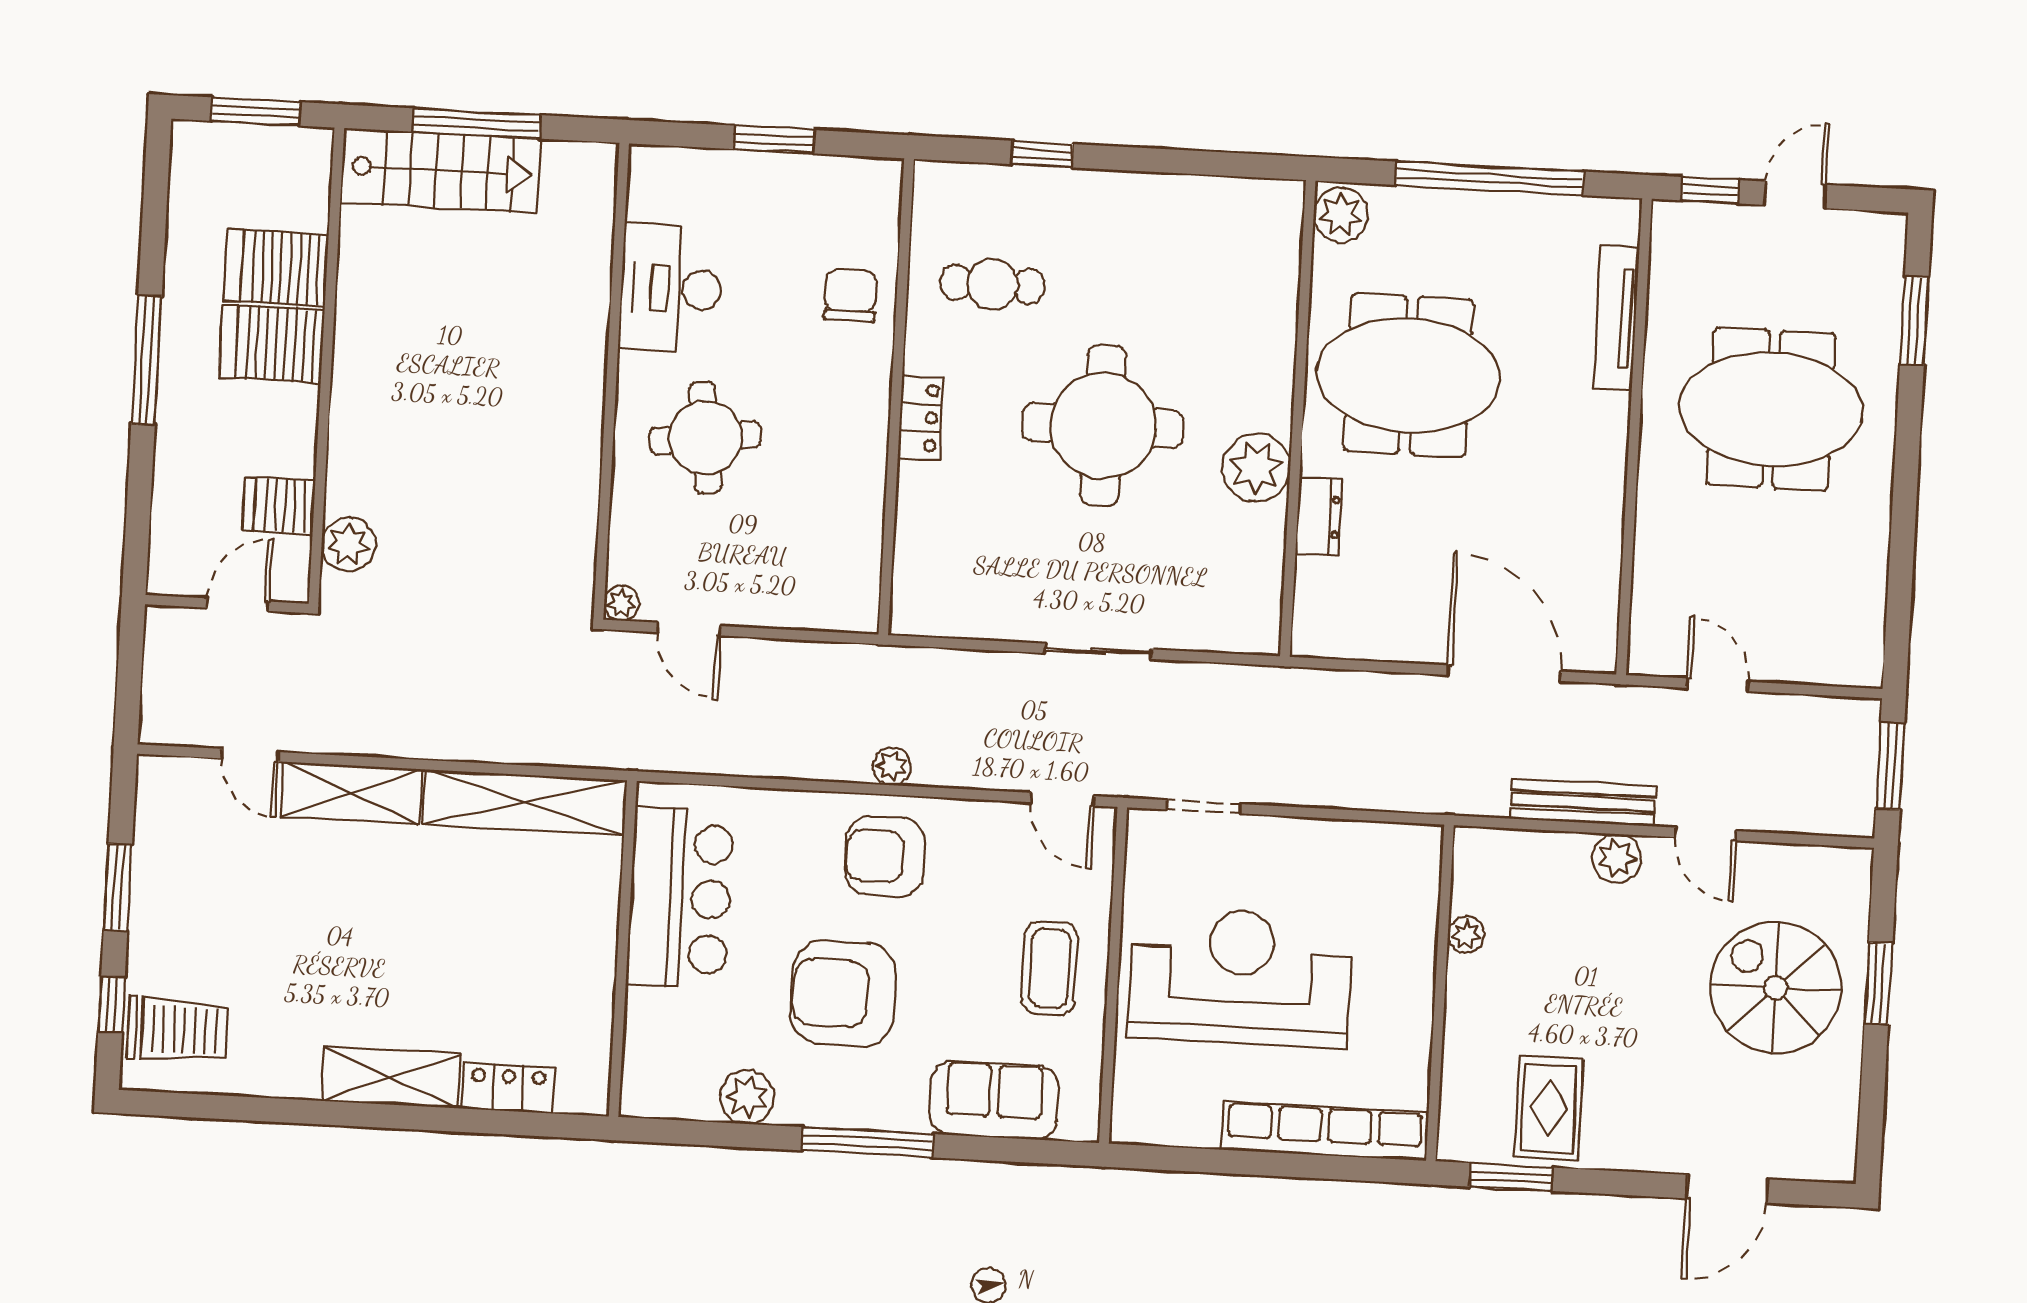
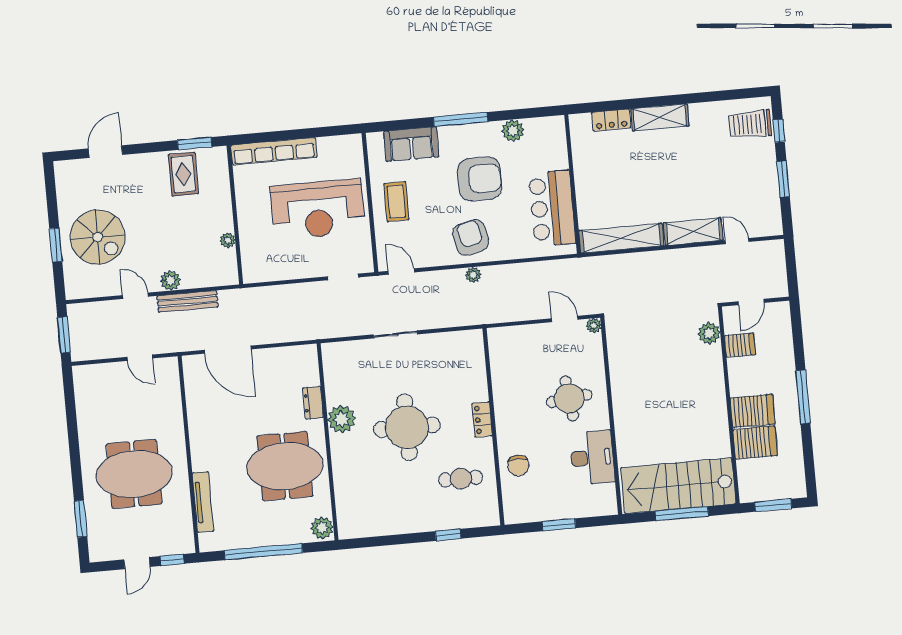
stairs: (440, 170) -> (678, 486), width x1.36, depth x1.51
armchair: (885, 856) -> (471, 238), turned -103

